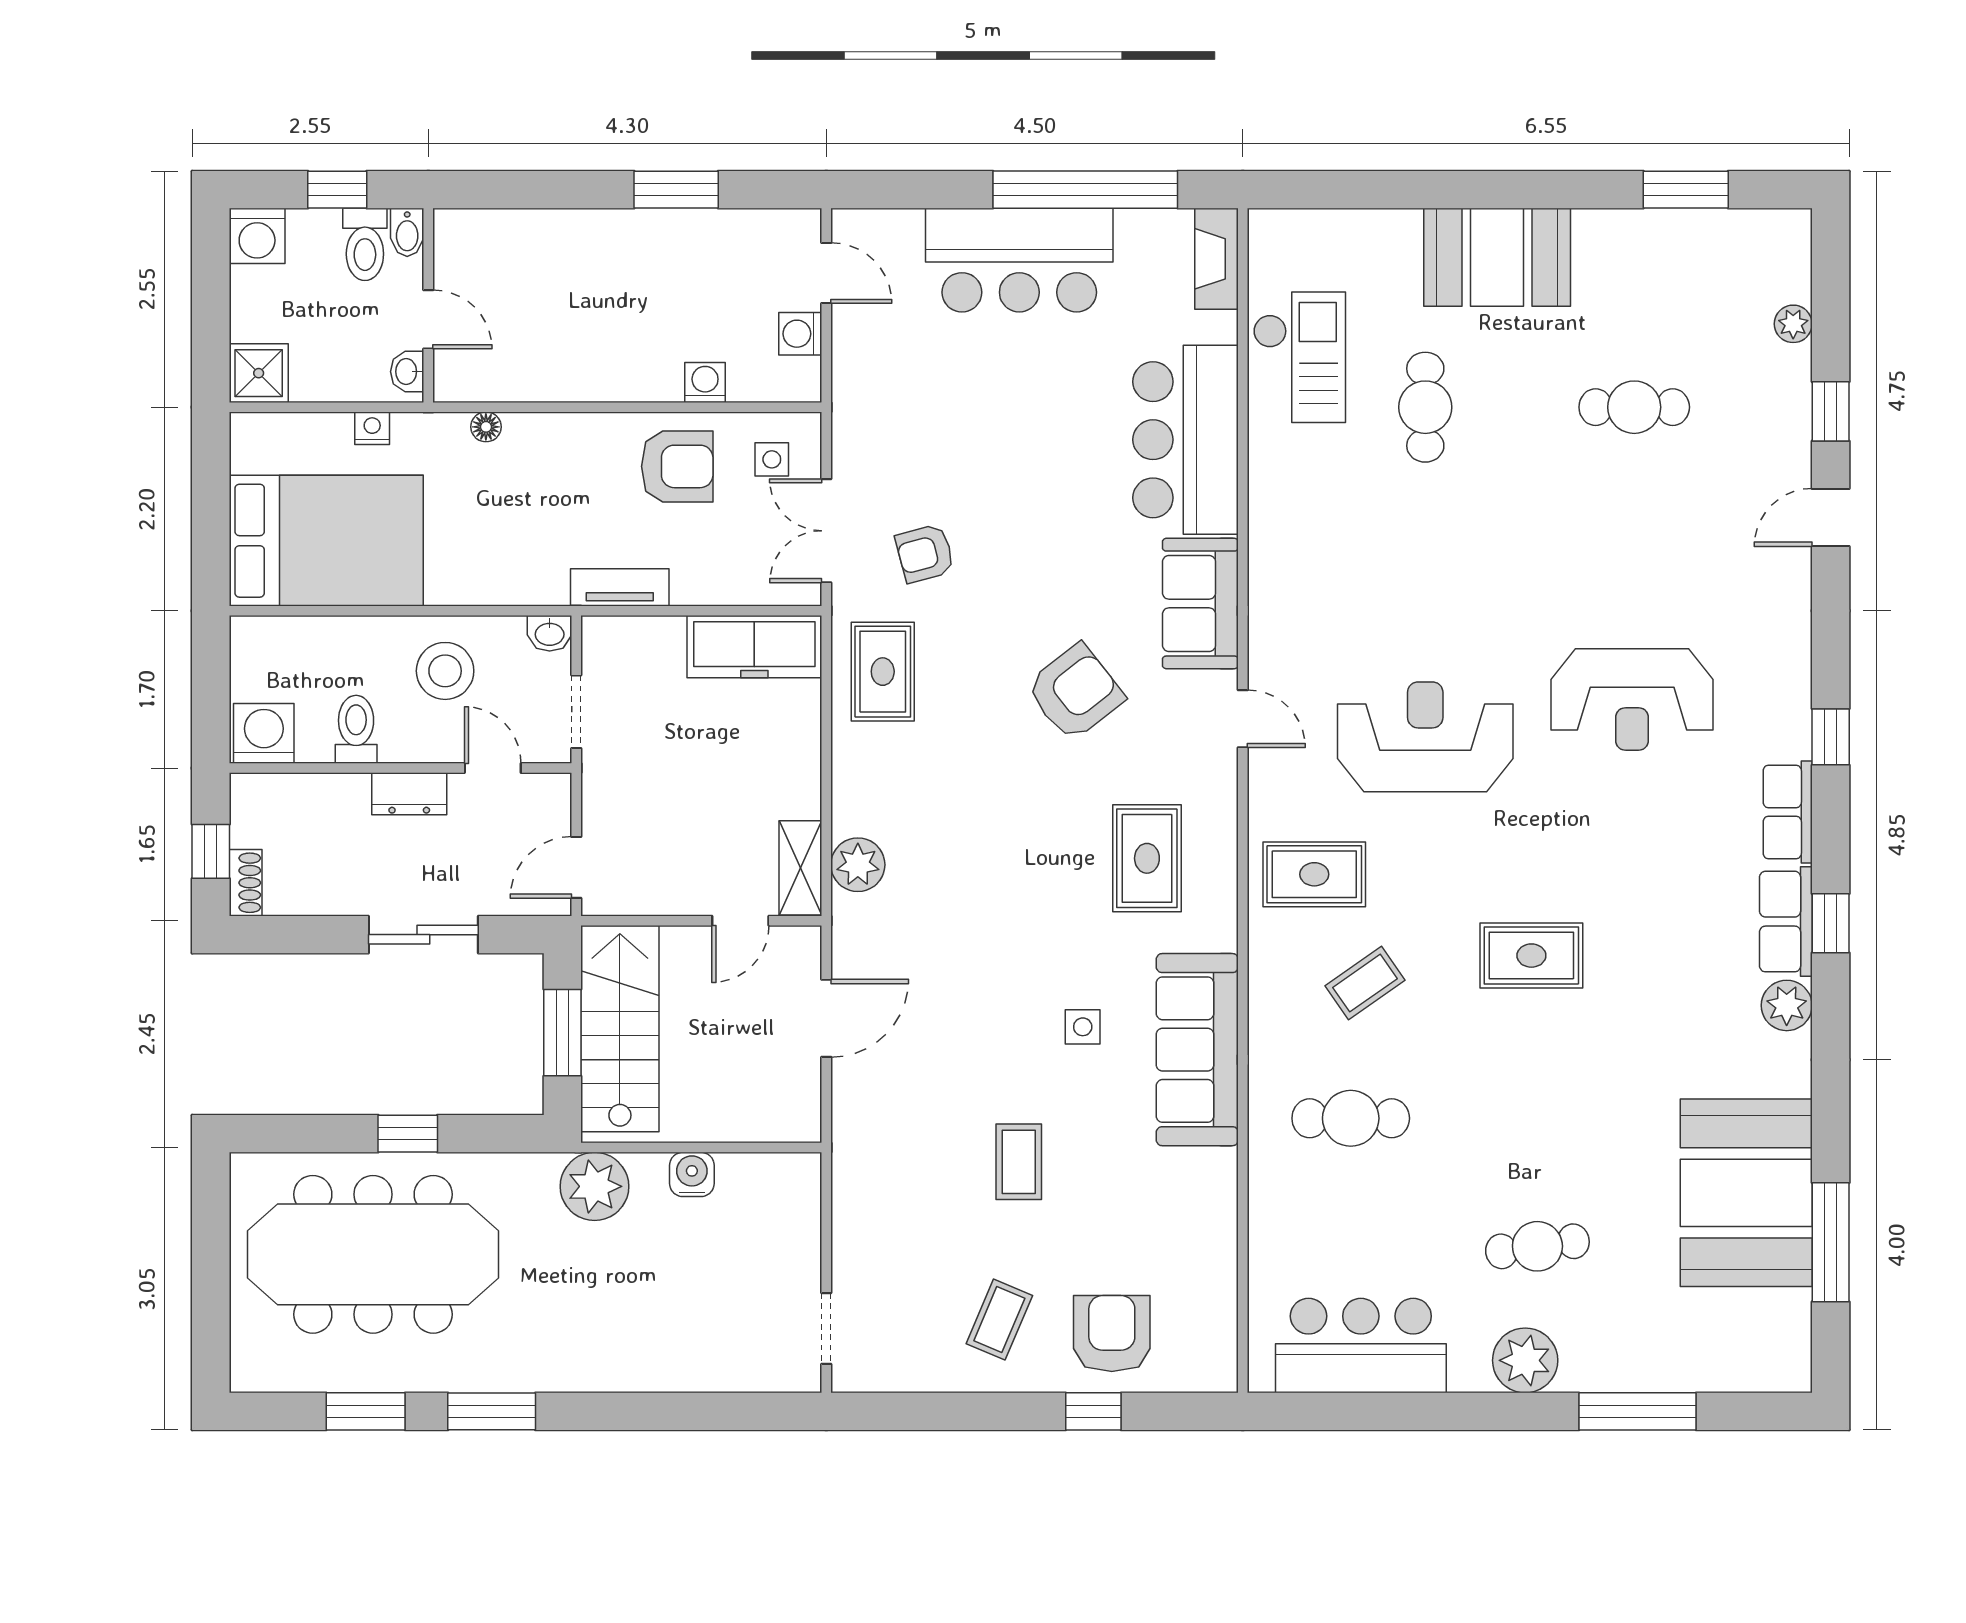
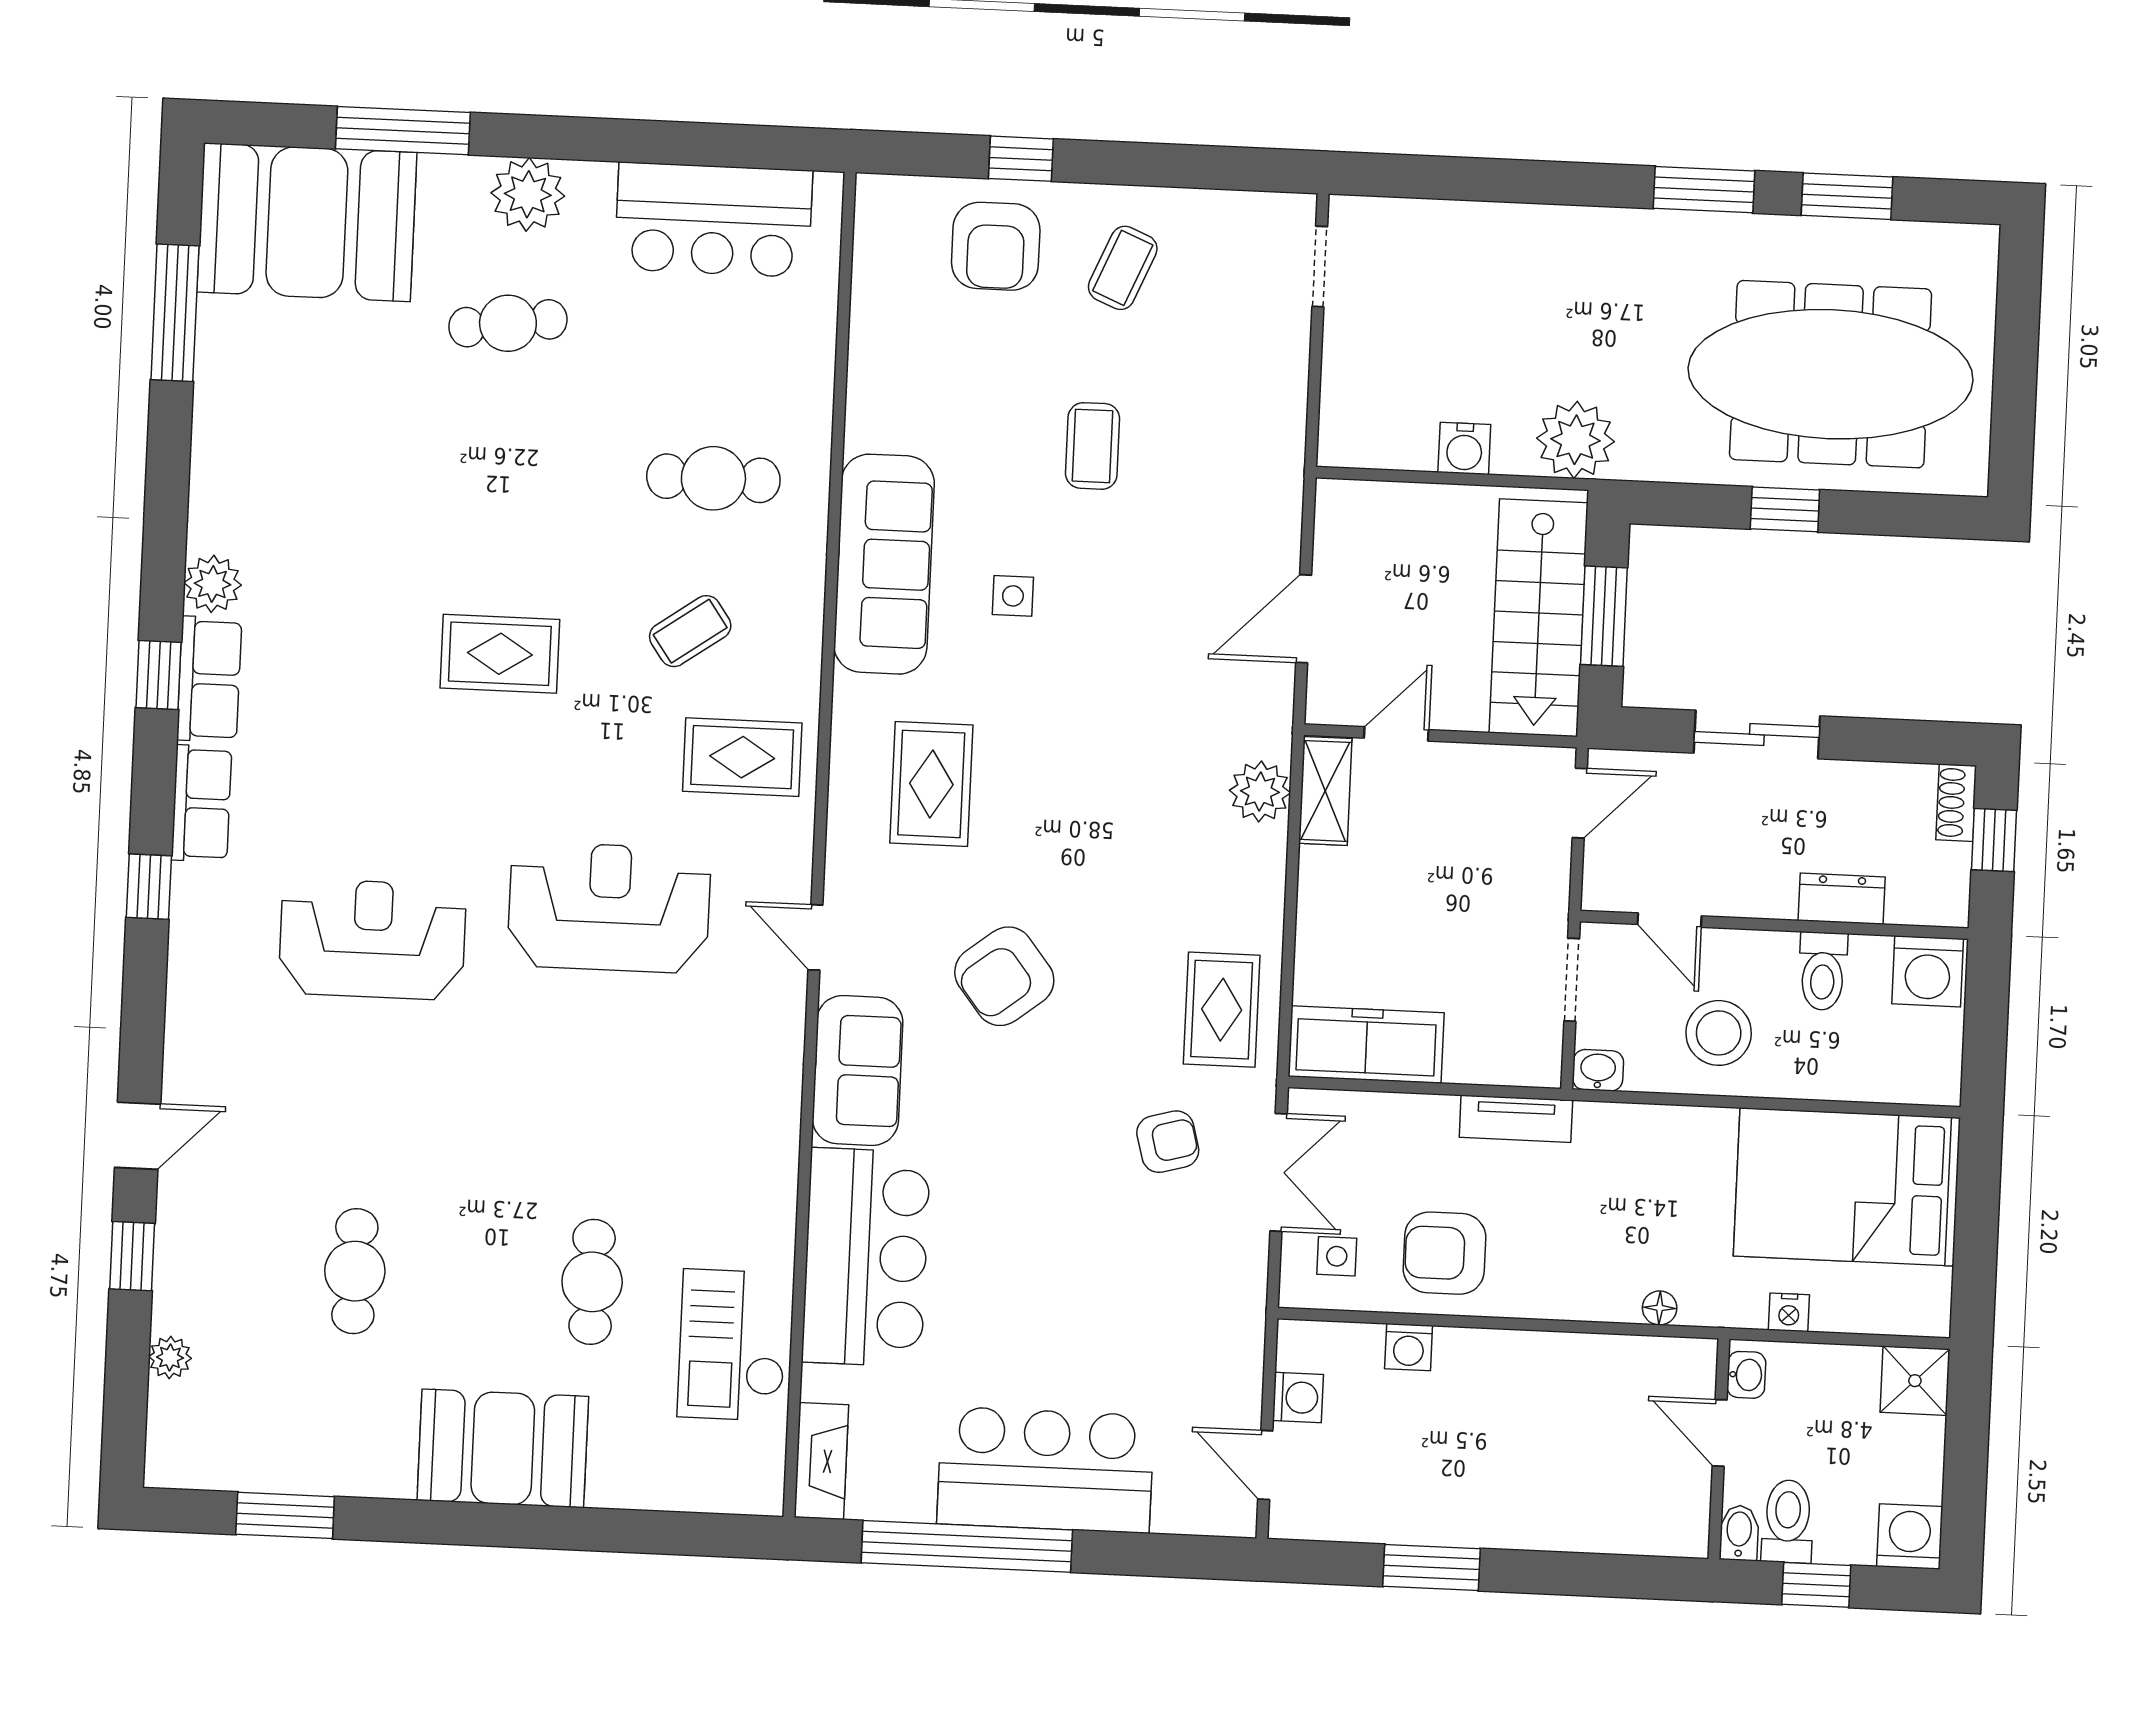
cafe table: (1634, 407) -> (355, 1271), turned 90
reception desk: (1425, 737) -> (609, 907), turned 180
dresser: (409, 794) -> (1842, 899), moved
booth: (1746, 1193) -> (307, 222), moved, turned 90

